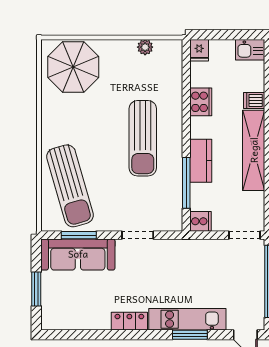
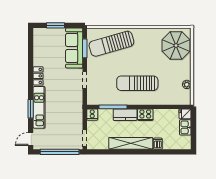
kitchen sink: (250, 50) -> (185, 127), moved
cooker: (201, 102) -> (145, 115), moved

